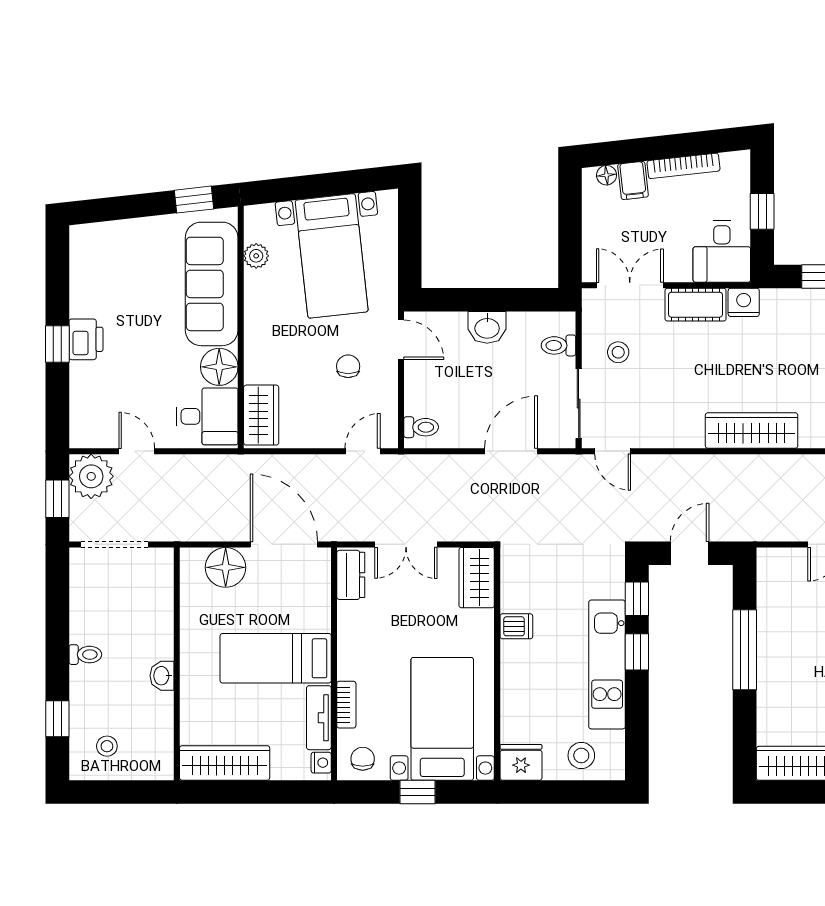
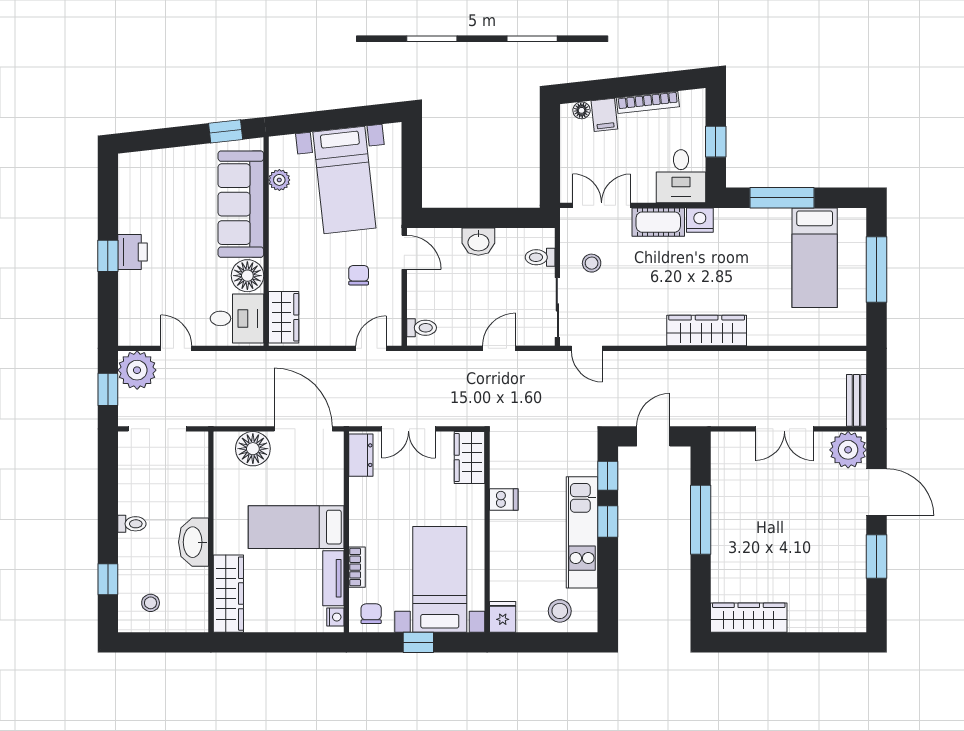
door: (511, 451) -> (499, 348), width x0.73
washbasin: (162, 676) -> (194, 542), width x1.91, depth x1.45
fridge: (521, 762) -> (503, 617), width x0.72
wardrobe: (225, 763) -> (228, 594), moved, turned 90

